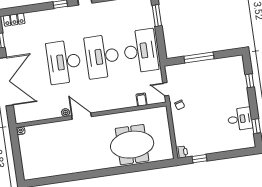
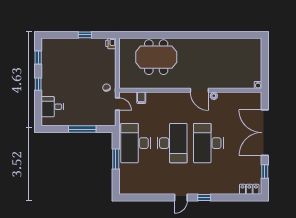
window: (157, 16) -> (116, 159), moved
desk: (64, 62) -> (208, 143), turned 180
window: (250, 81) -> (38, 84), moved
desk: (240, 119) -> (52, 107), moved
window: (200, 159) -> (85, 35), moved

